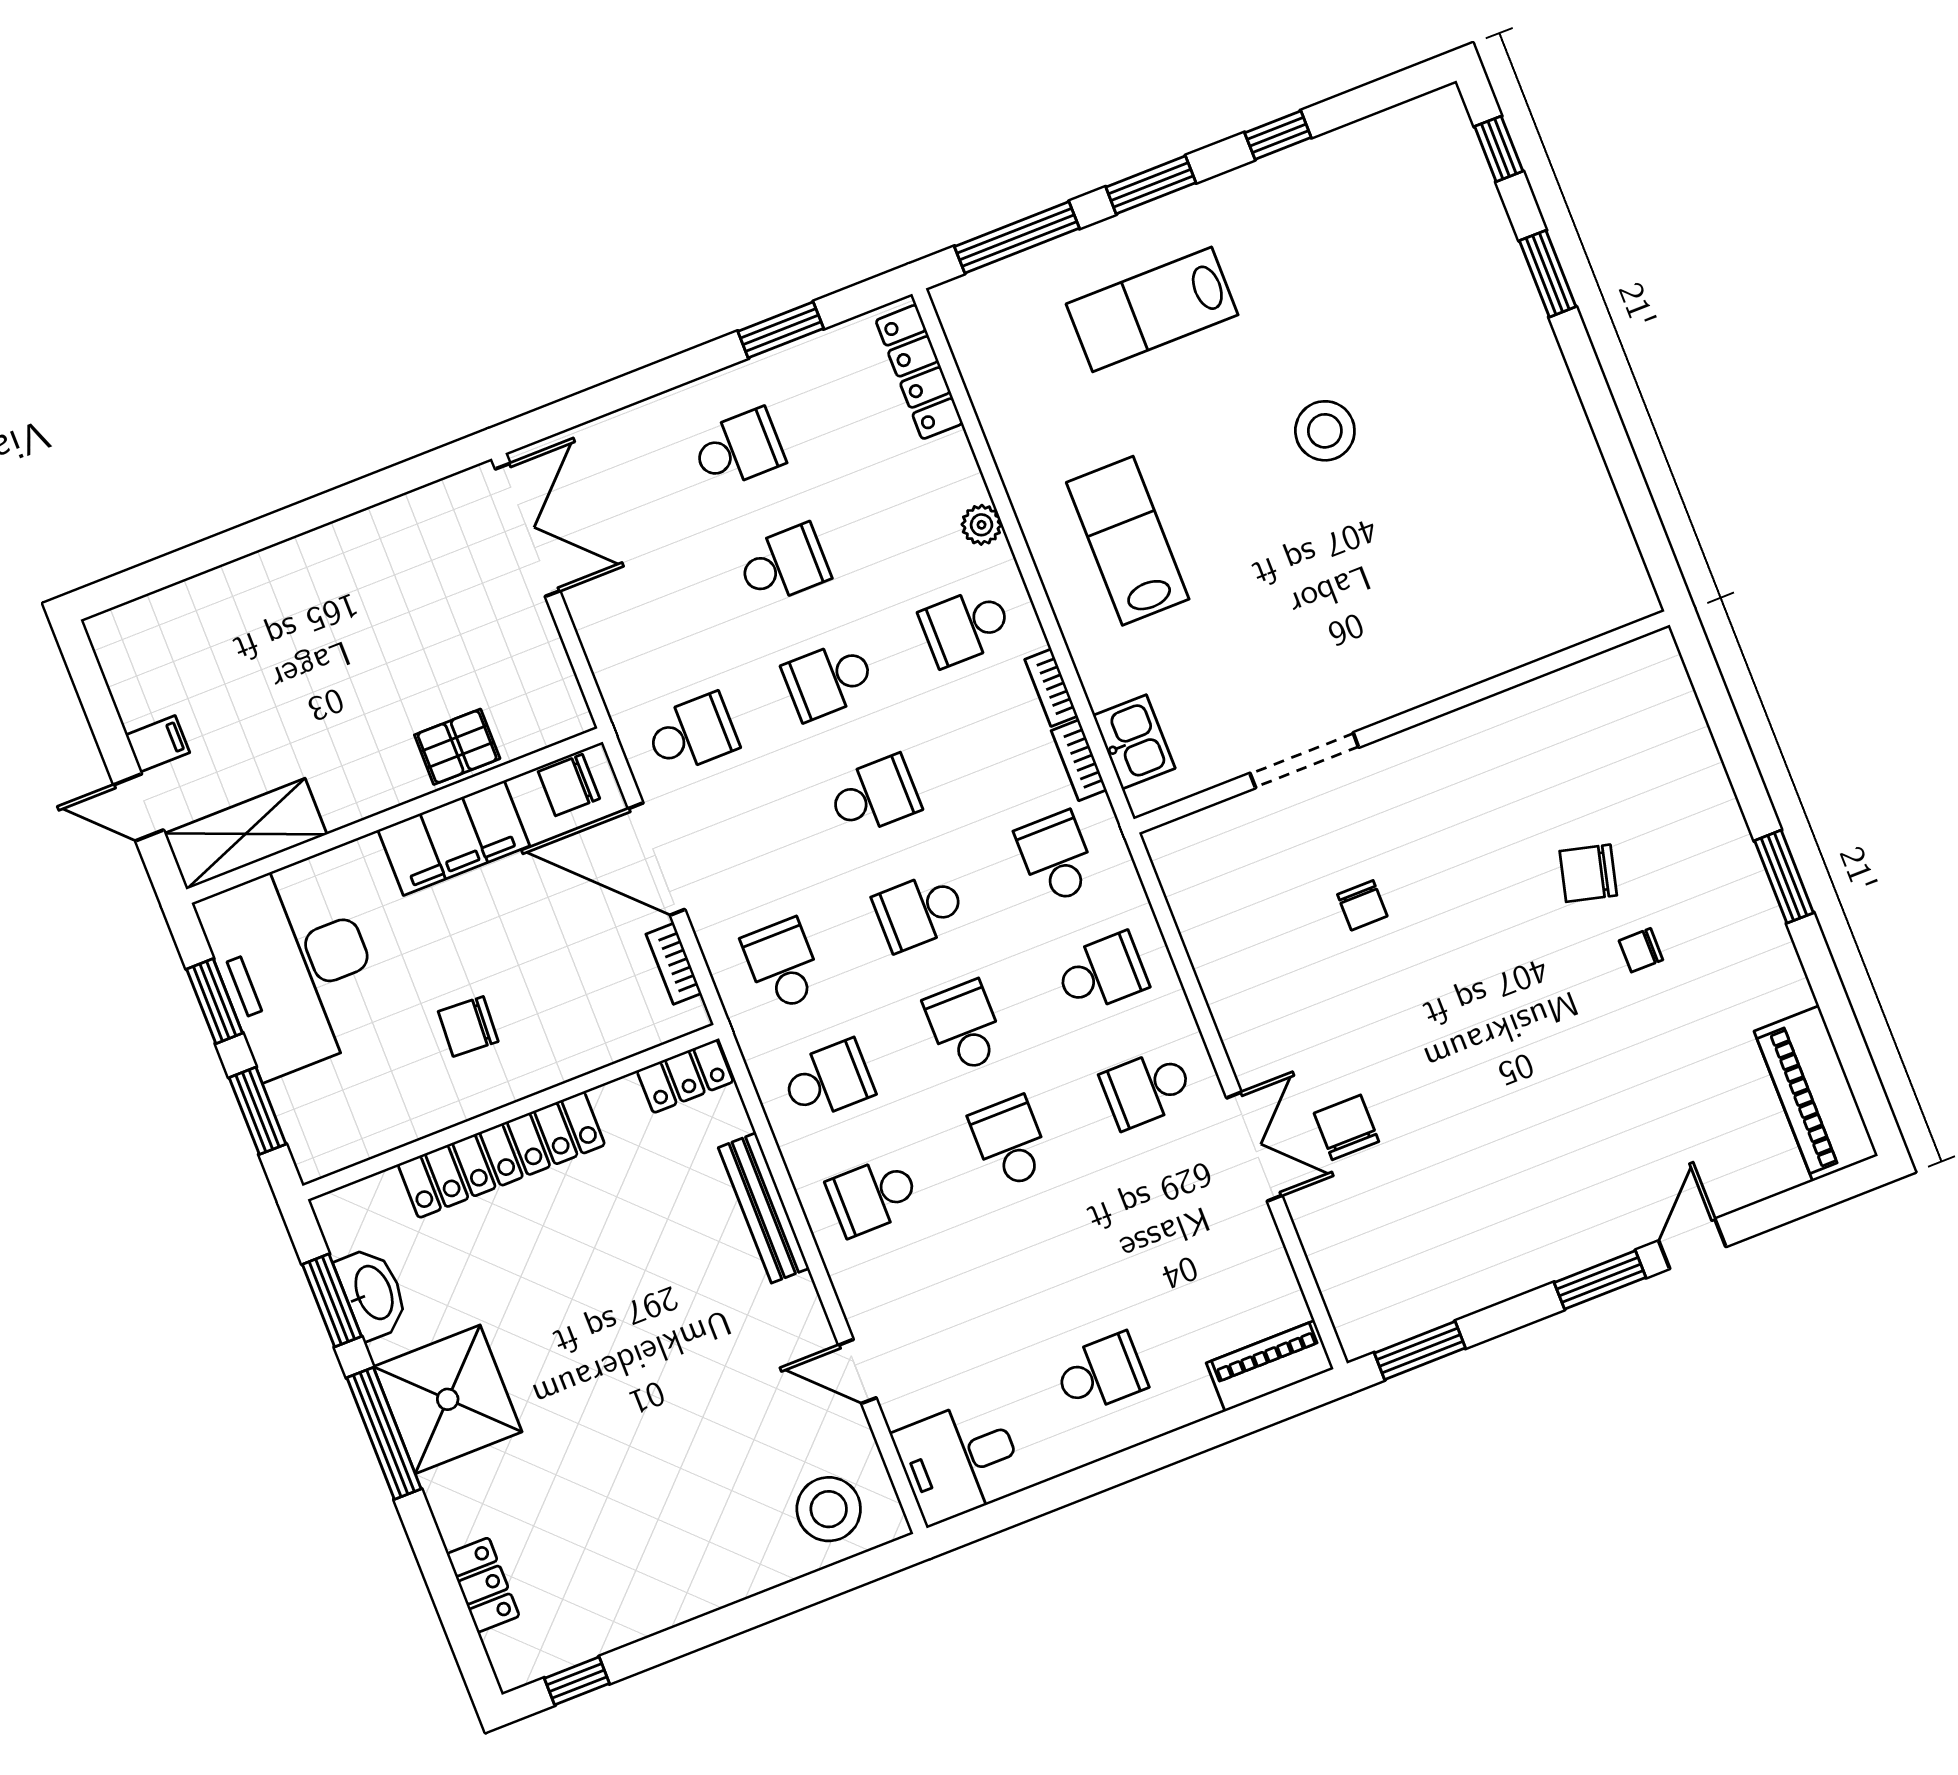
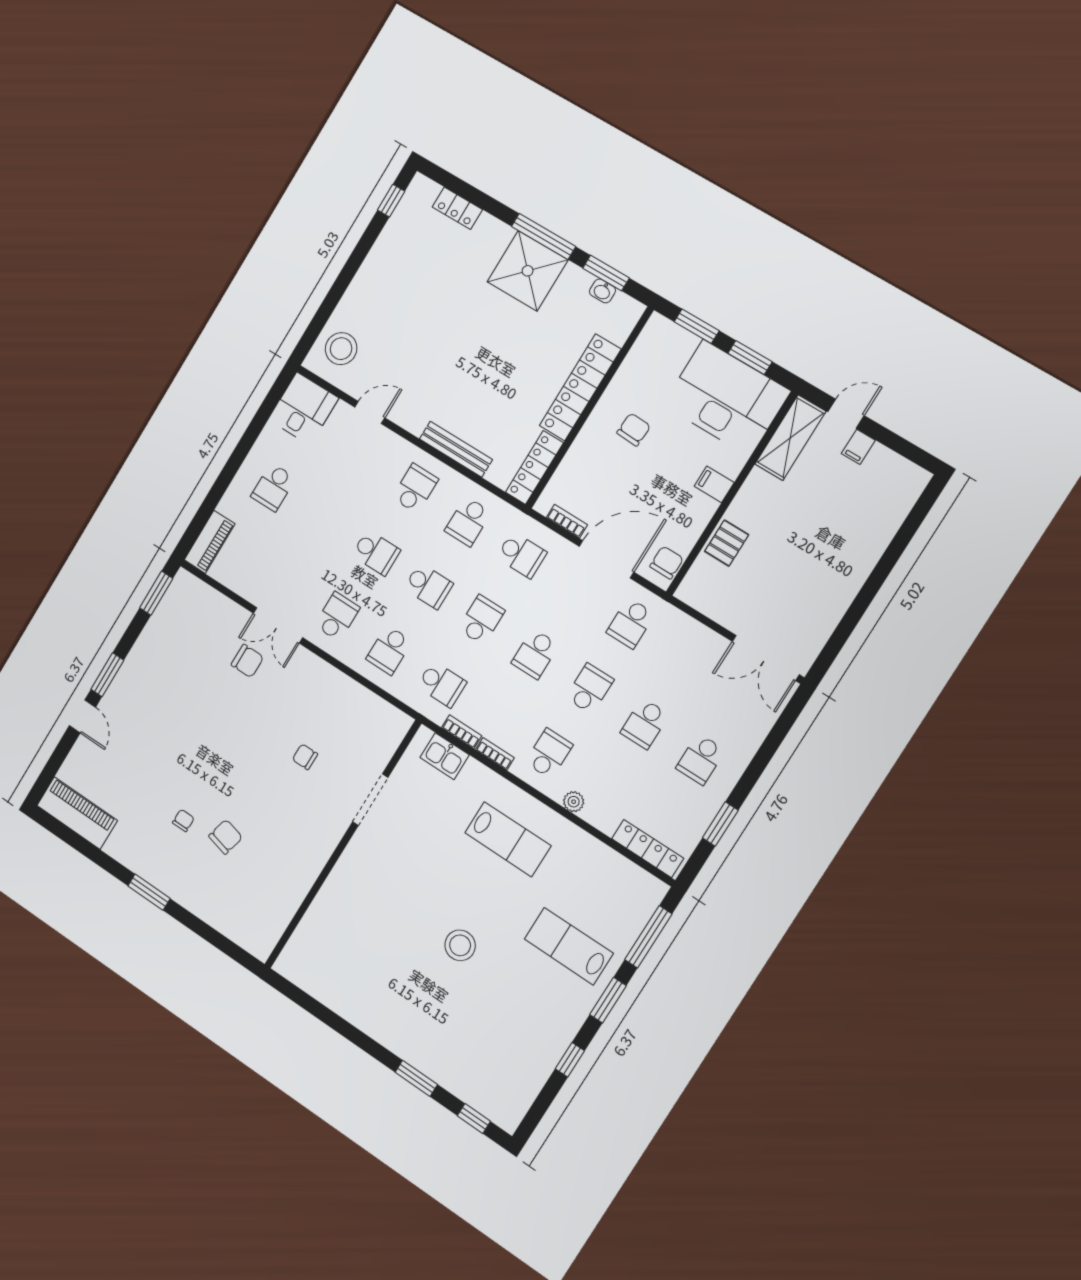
lab bench: (1152, 309) -> (569, 946), turned -90
filing cabinet: (454, 838) -> (714, 484), width x0.33, depth x0.86
locker: (685, 1076) -> (534, 468), width x1.53
washbasin: (373, 1293) -> (602, 291), width x0.52, depth x0.69

